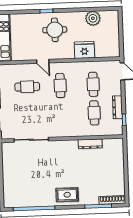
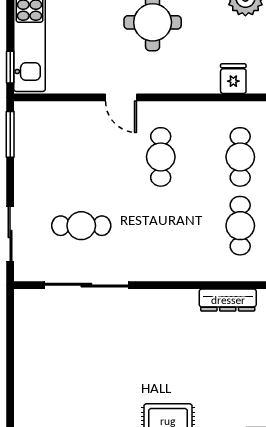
fridge: (84, 50) -> (233, 79), width x0.53, depth x0.75
cafe table: (27, 87) -> (81, 226), moved

